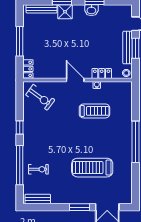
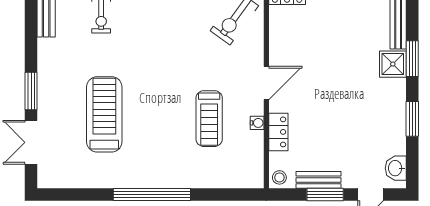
washbasin: (91, 10) -> (396, 168), moved
bench: (128, 48) -> (318, 180), width x0.73

